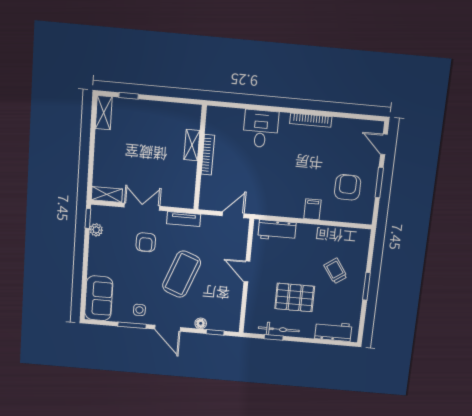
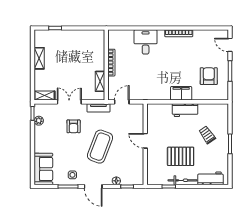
shelving: (104, 113) -> (39, 58), moved
shelving: (192, 145) -> (100, 81), moved
filing cabinet: (312, 209) -> (181, 93), width x2.00
door: (233, 215) -> (122, 102), moved
workbench: (277, 230) -> (185, 110), moved
bicycle: (279, 329) -> (183, 180), moved

